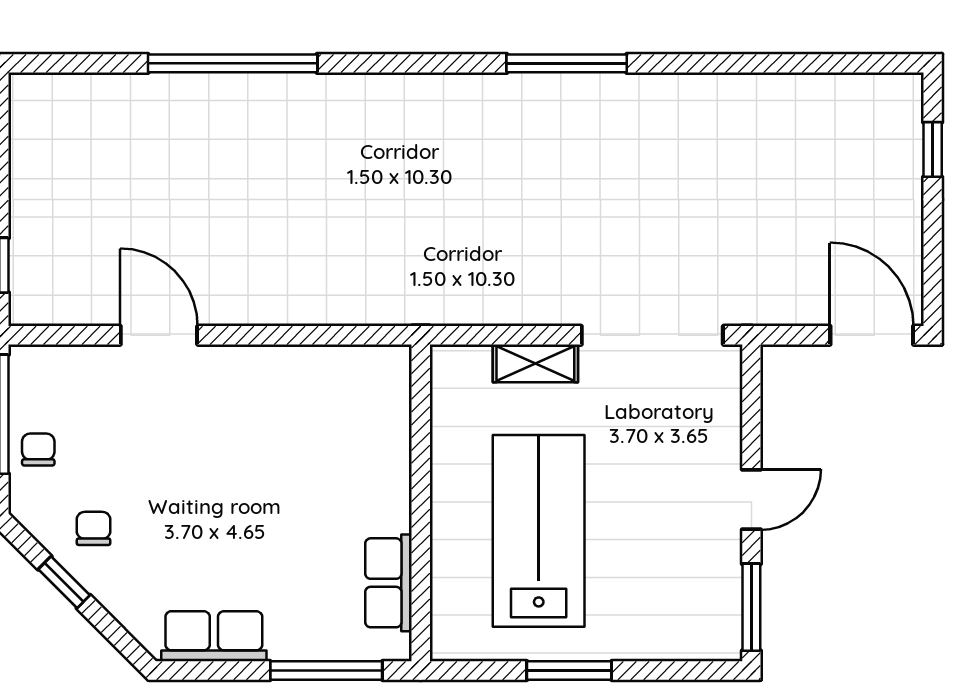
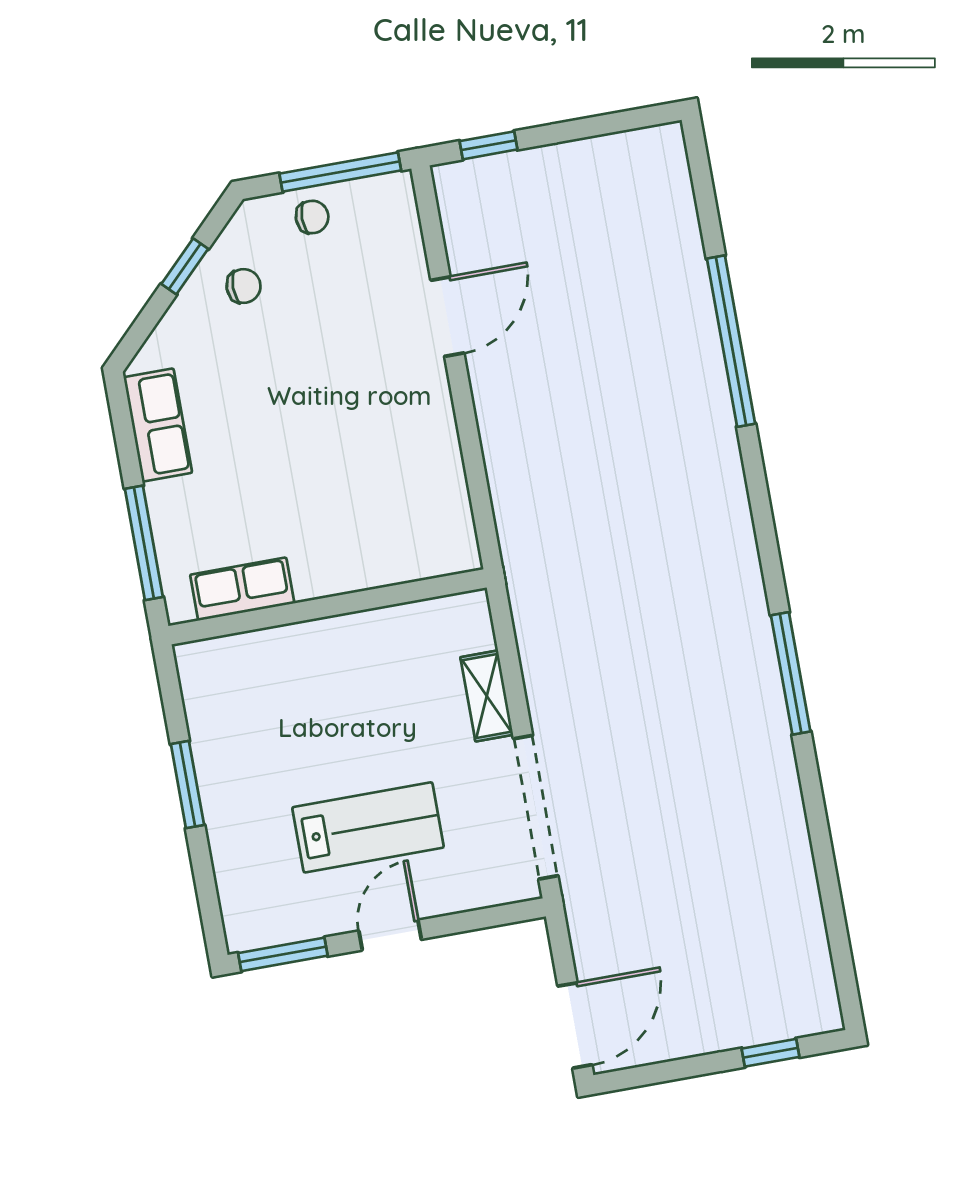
door: (751, 499) -> (390, 935), swing flipped
lab bench: (539, 531) -> (368, 827), moved, width x0.73, depth x0.72

